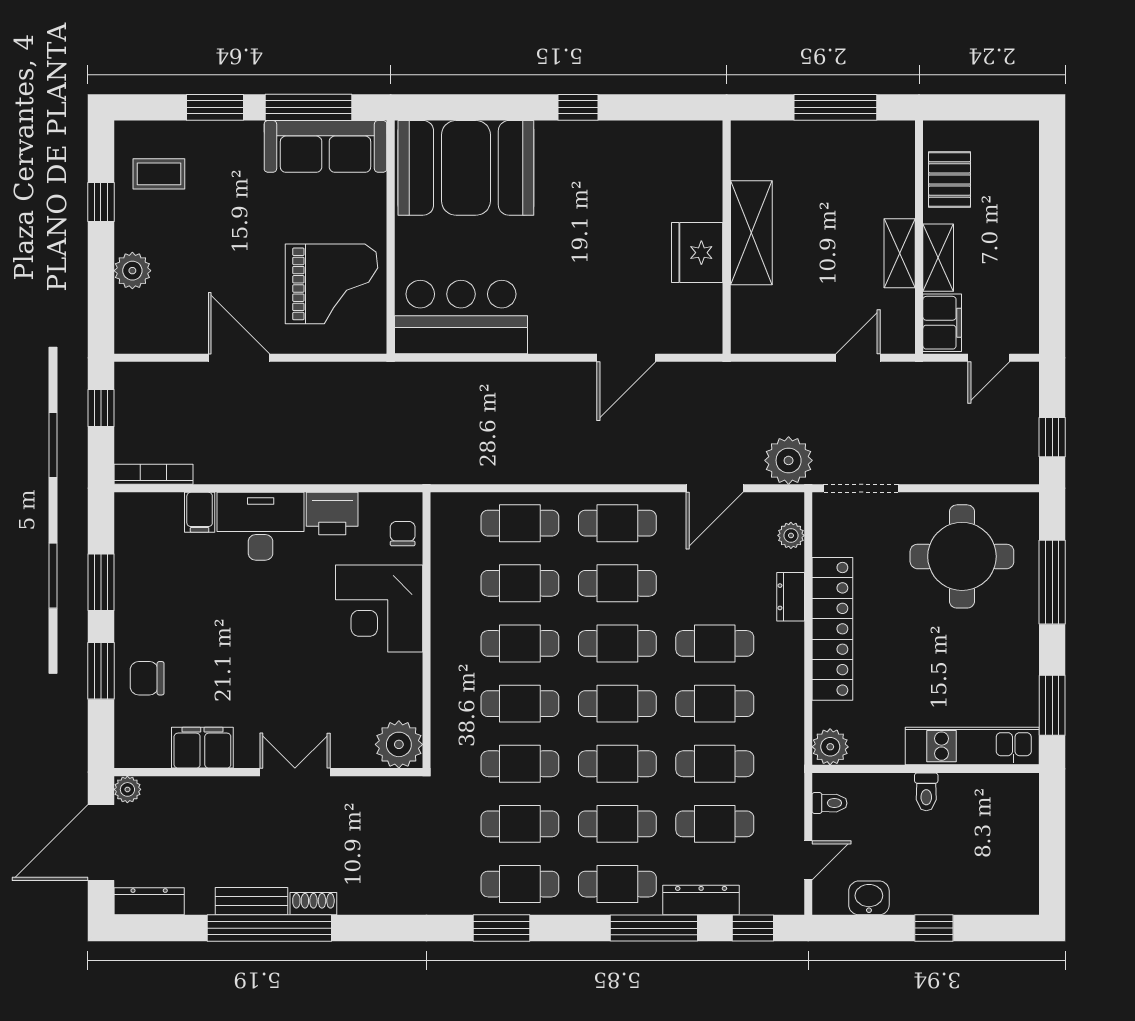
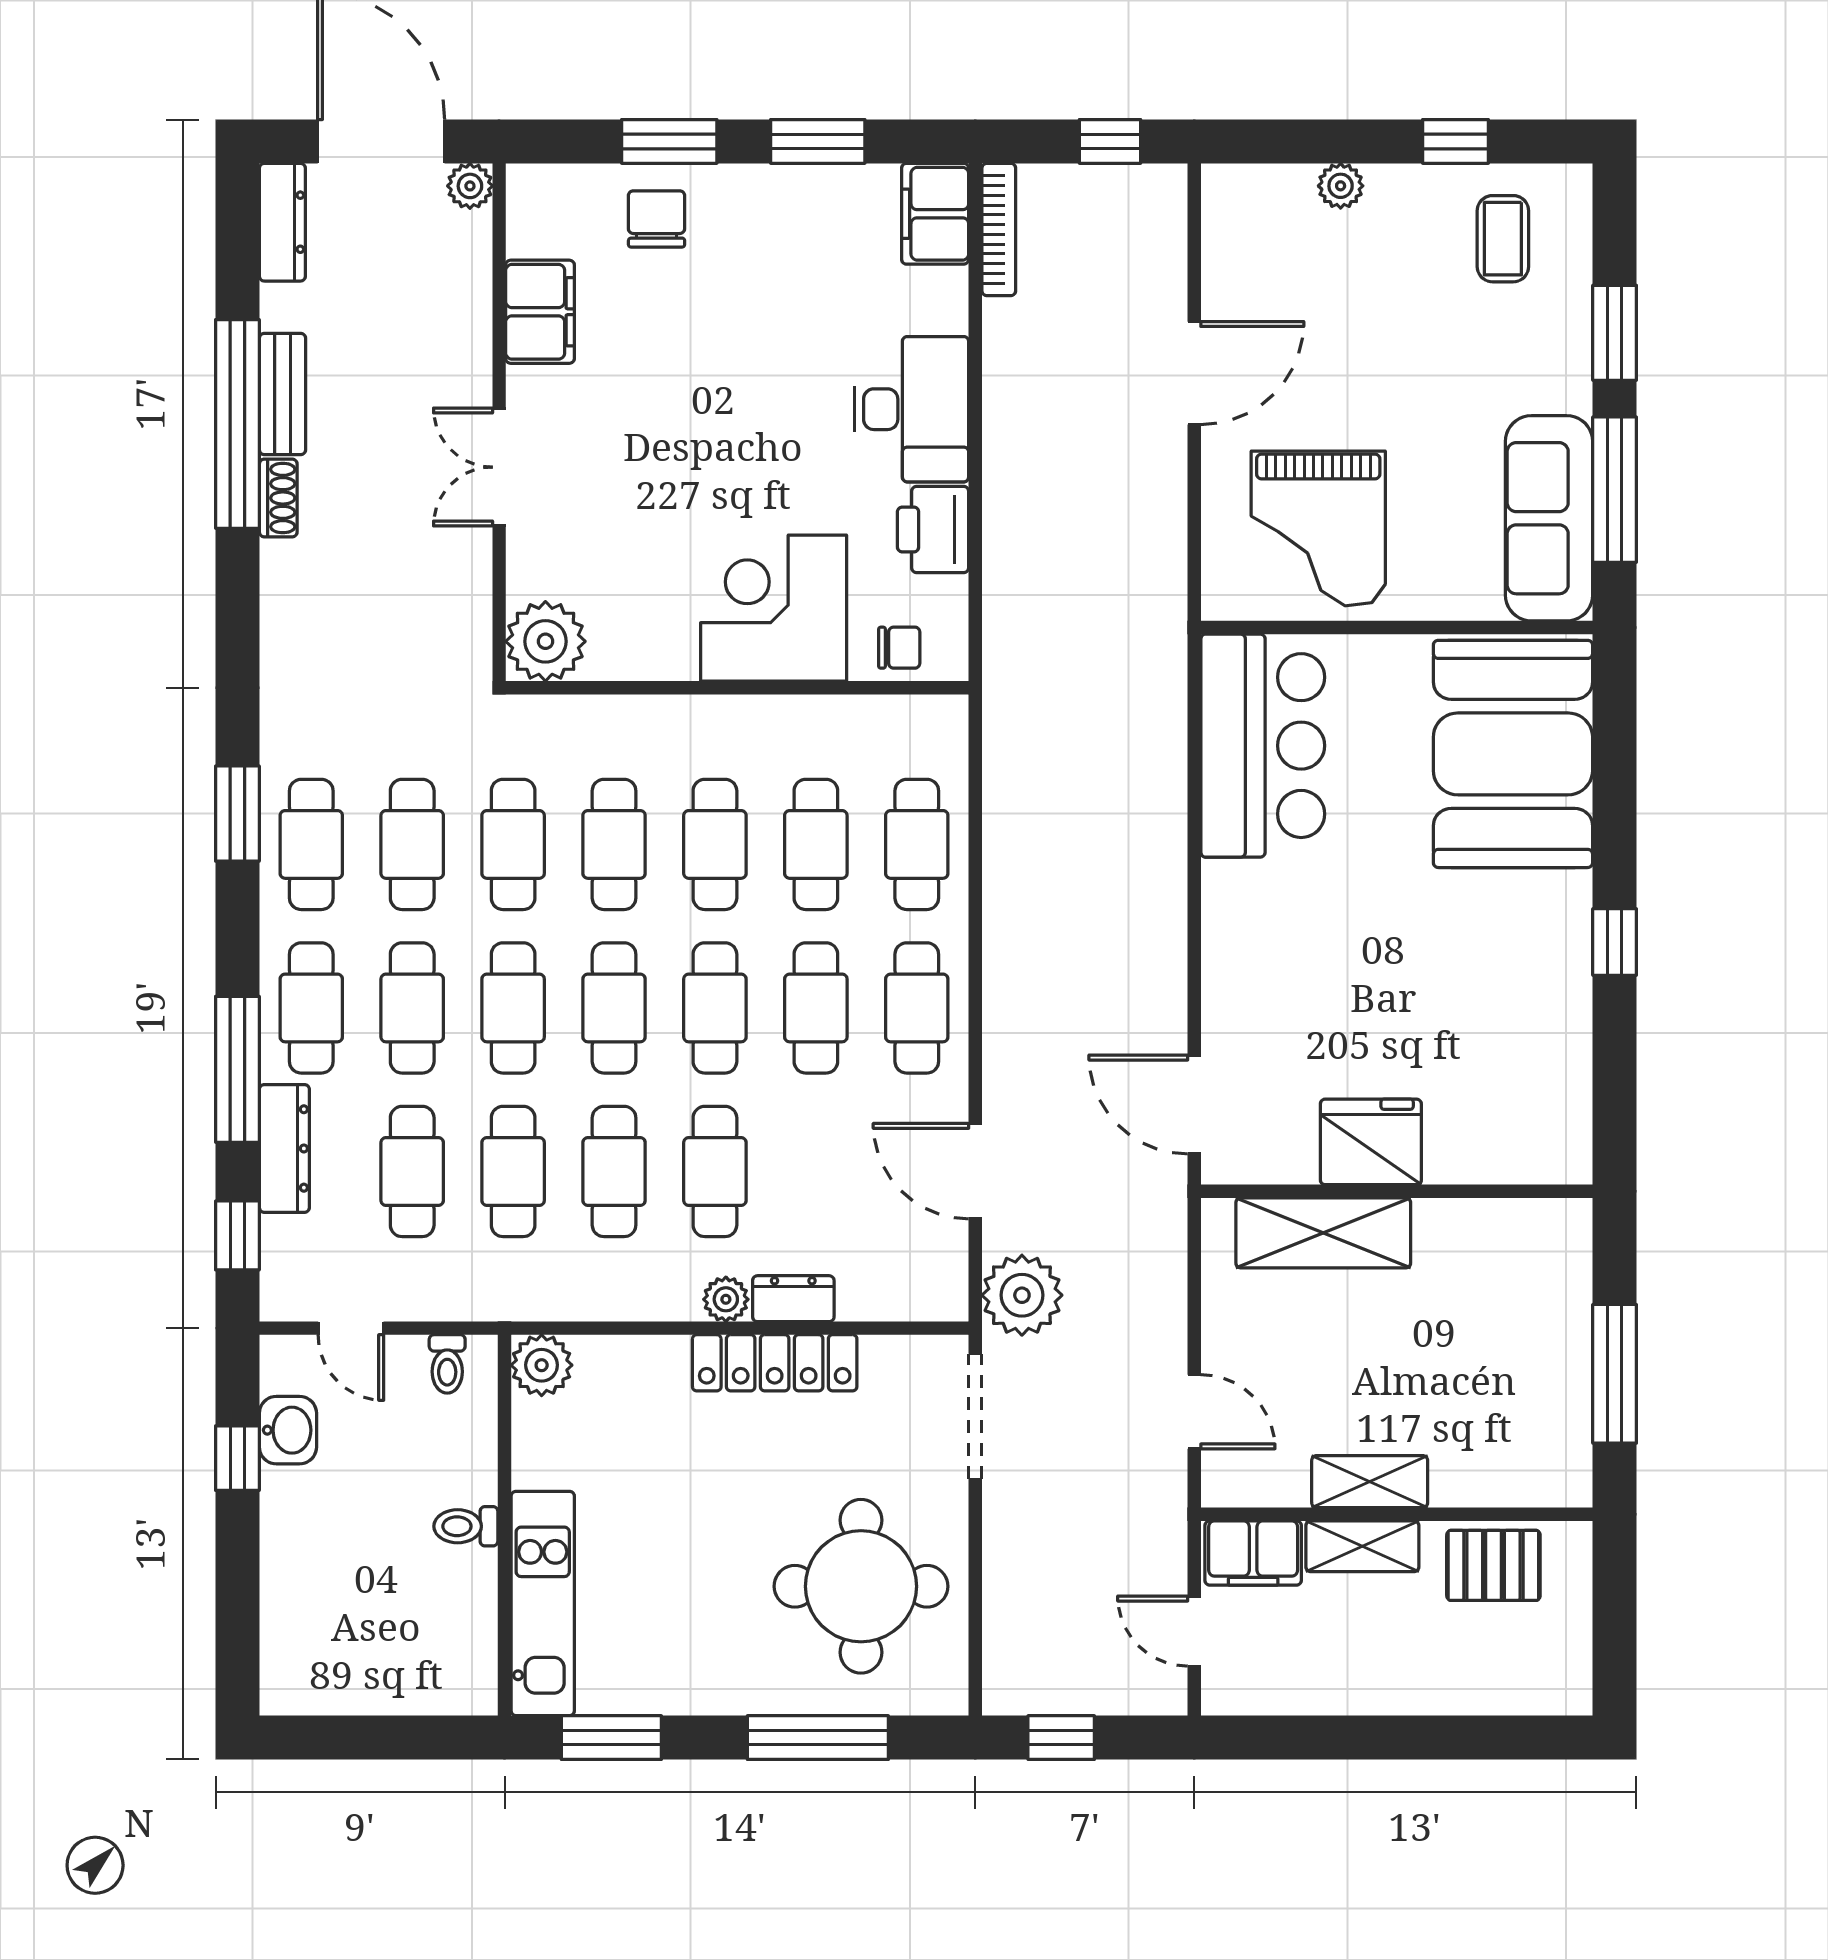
shelving: (751, 233) -> (1323, 1233), moved
plant: (132, 271) -> (1341, 186), width x0.73, depth x0.73
door: (626, 358) -> (1194, 1104), moved
filing cabinet: (200, 512) -> (935, 214), moved, width x2.00
plant: (791, 535) -> (726, 1299), moved
locker: (832, 629) -> (775, 1363), width x0.71, depth x0.83
double door: (295, 772) -> (499, 467), swing flipped
window: (934, 928) -> (237, 1458), moved

